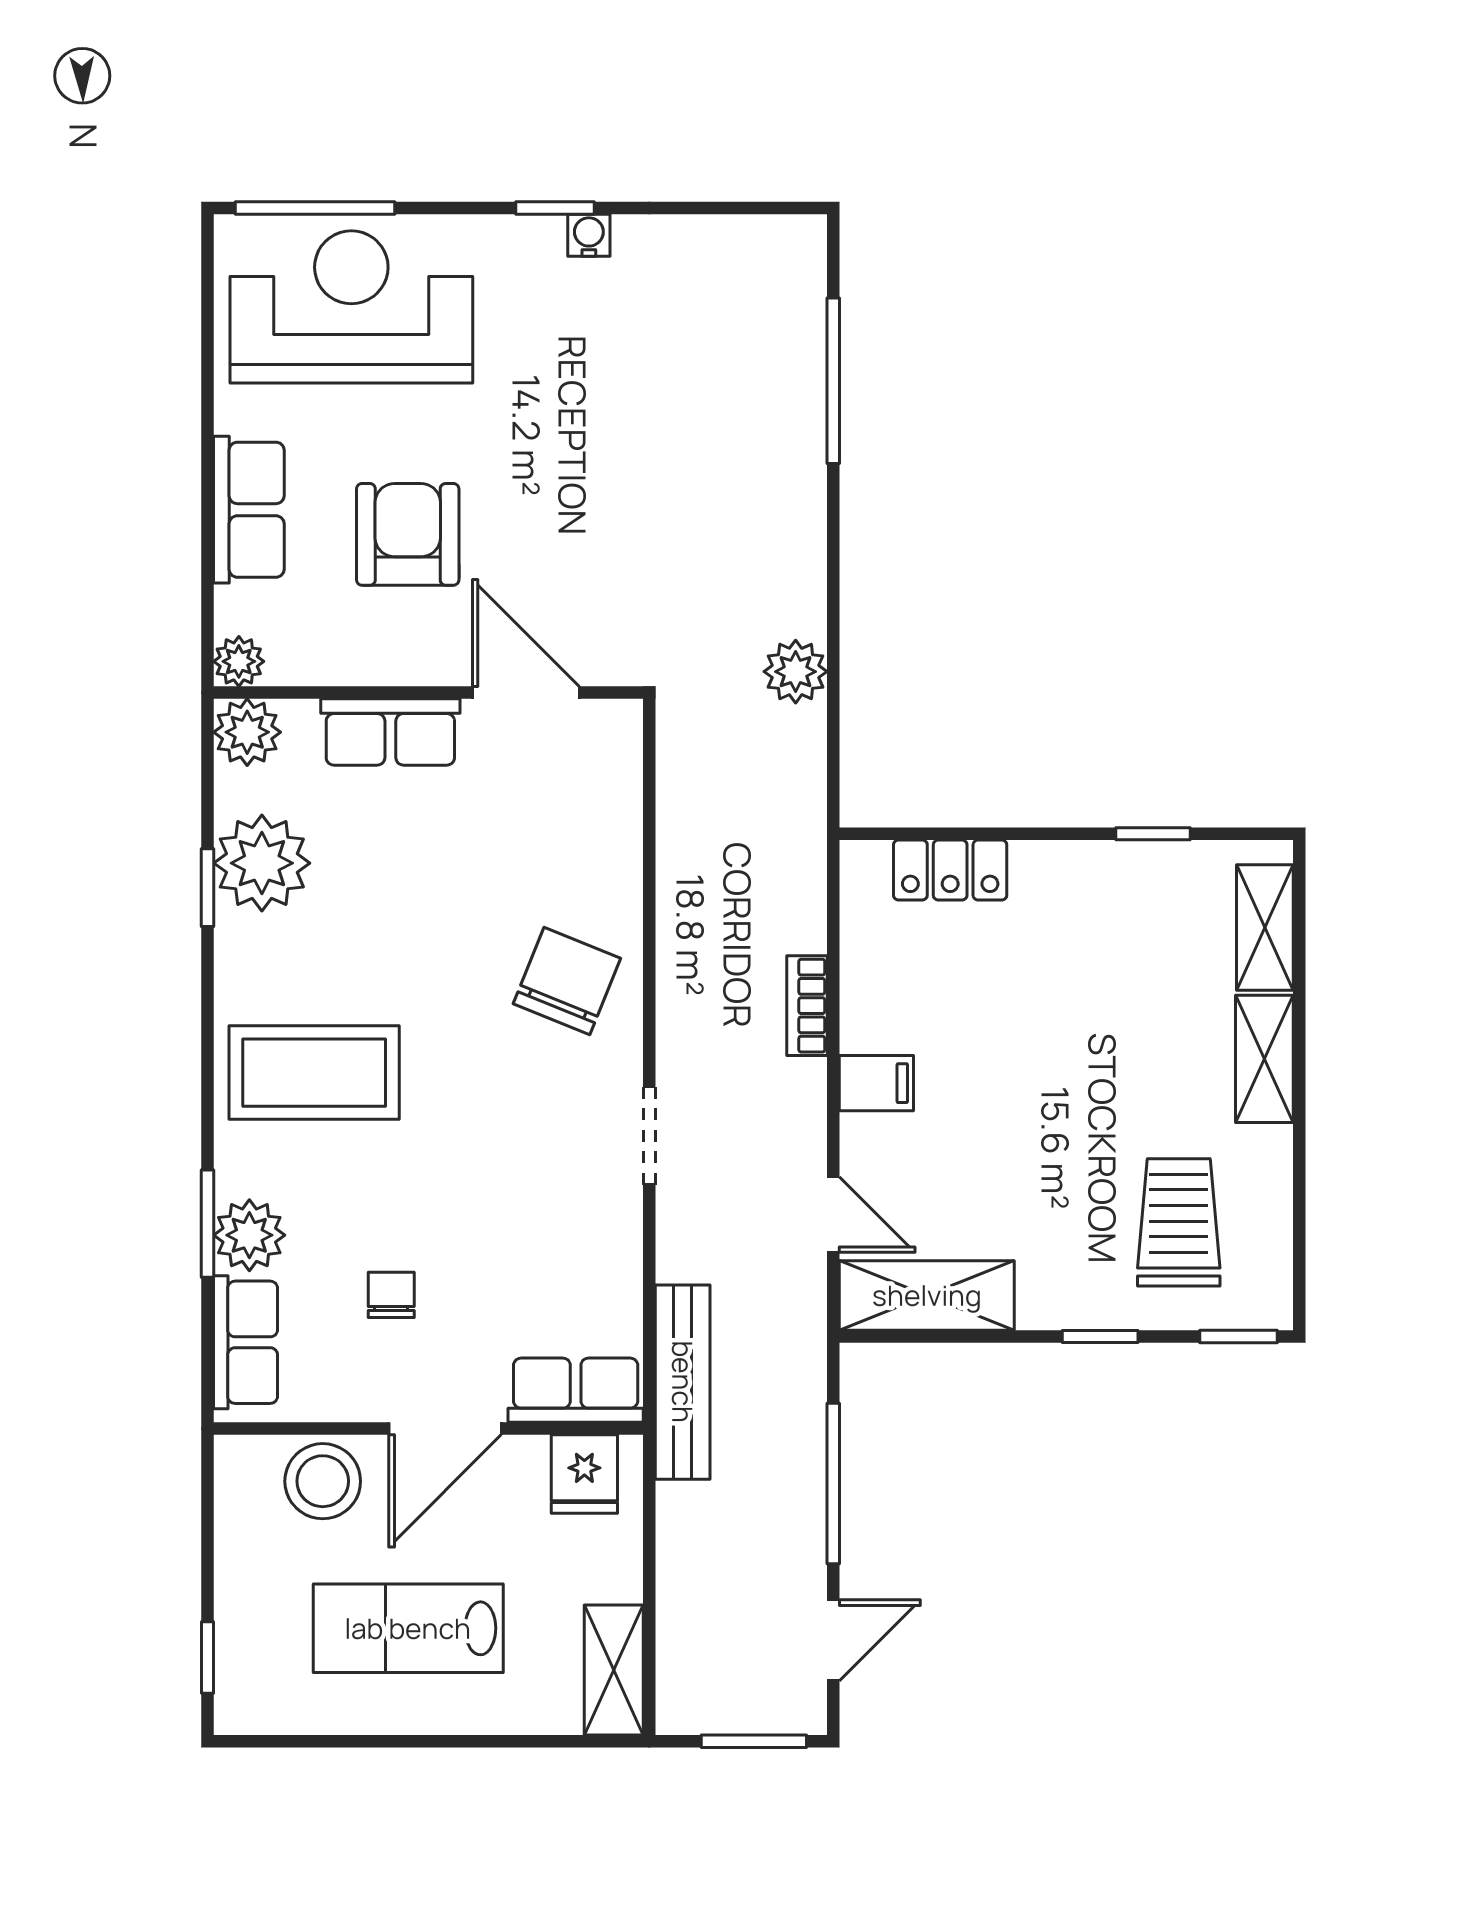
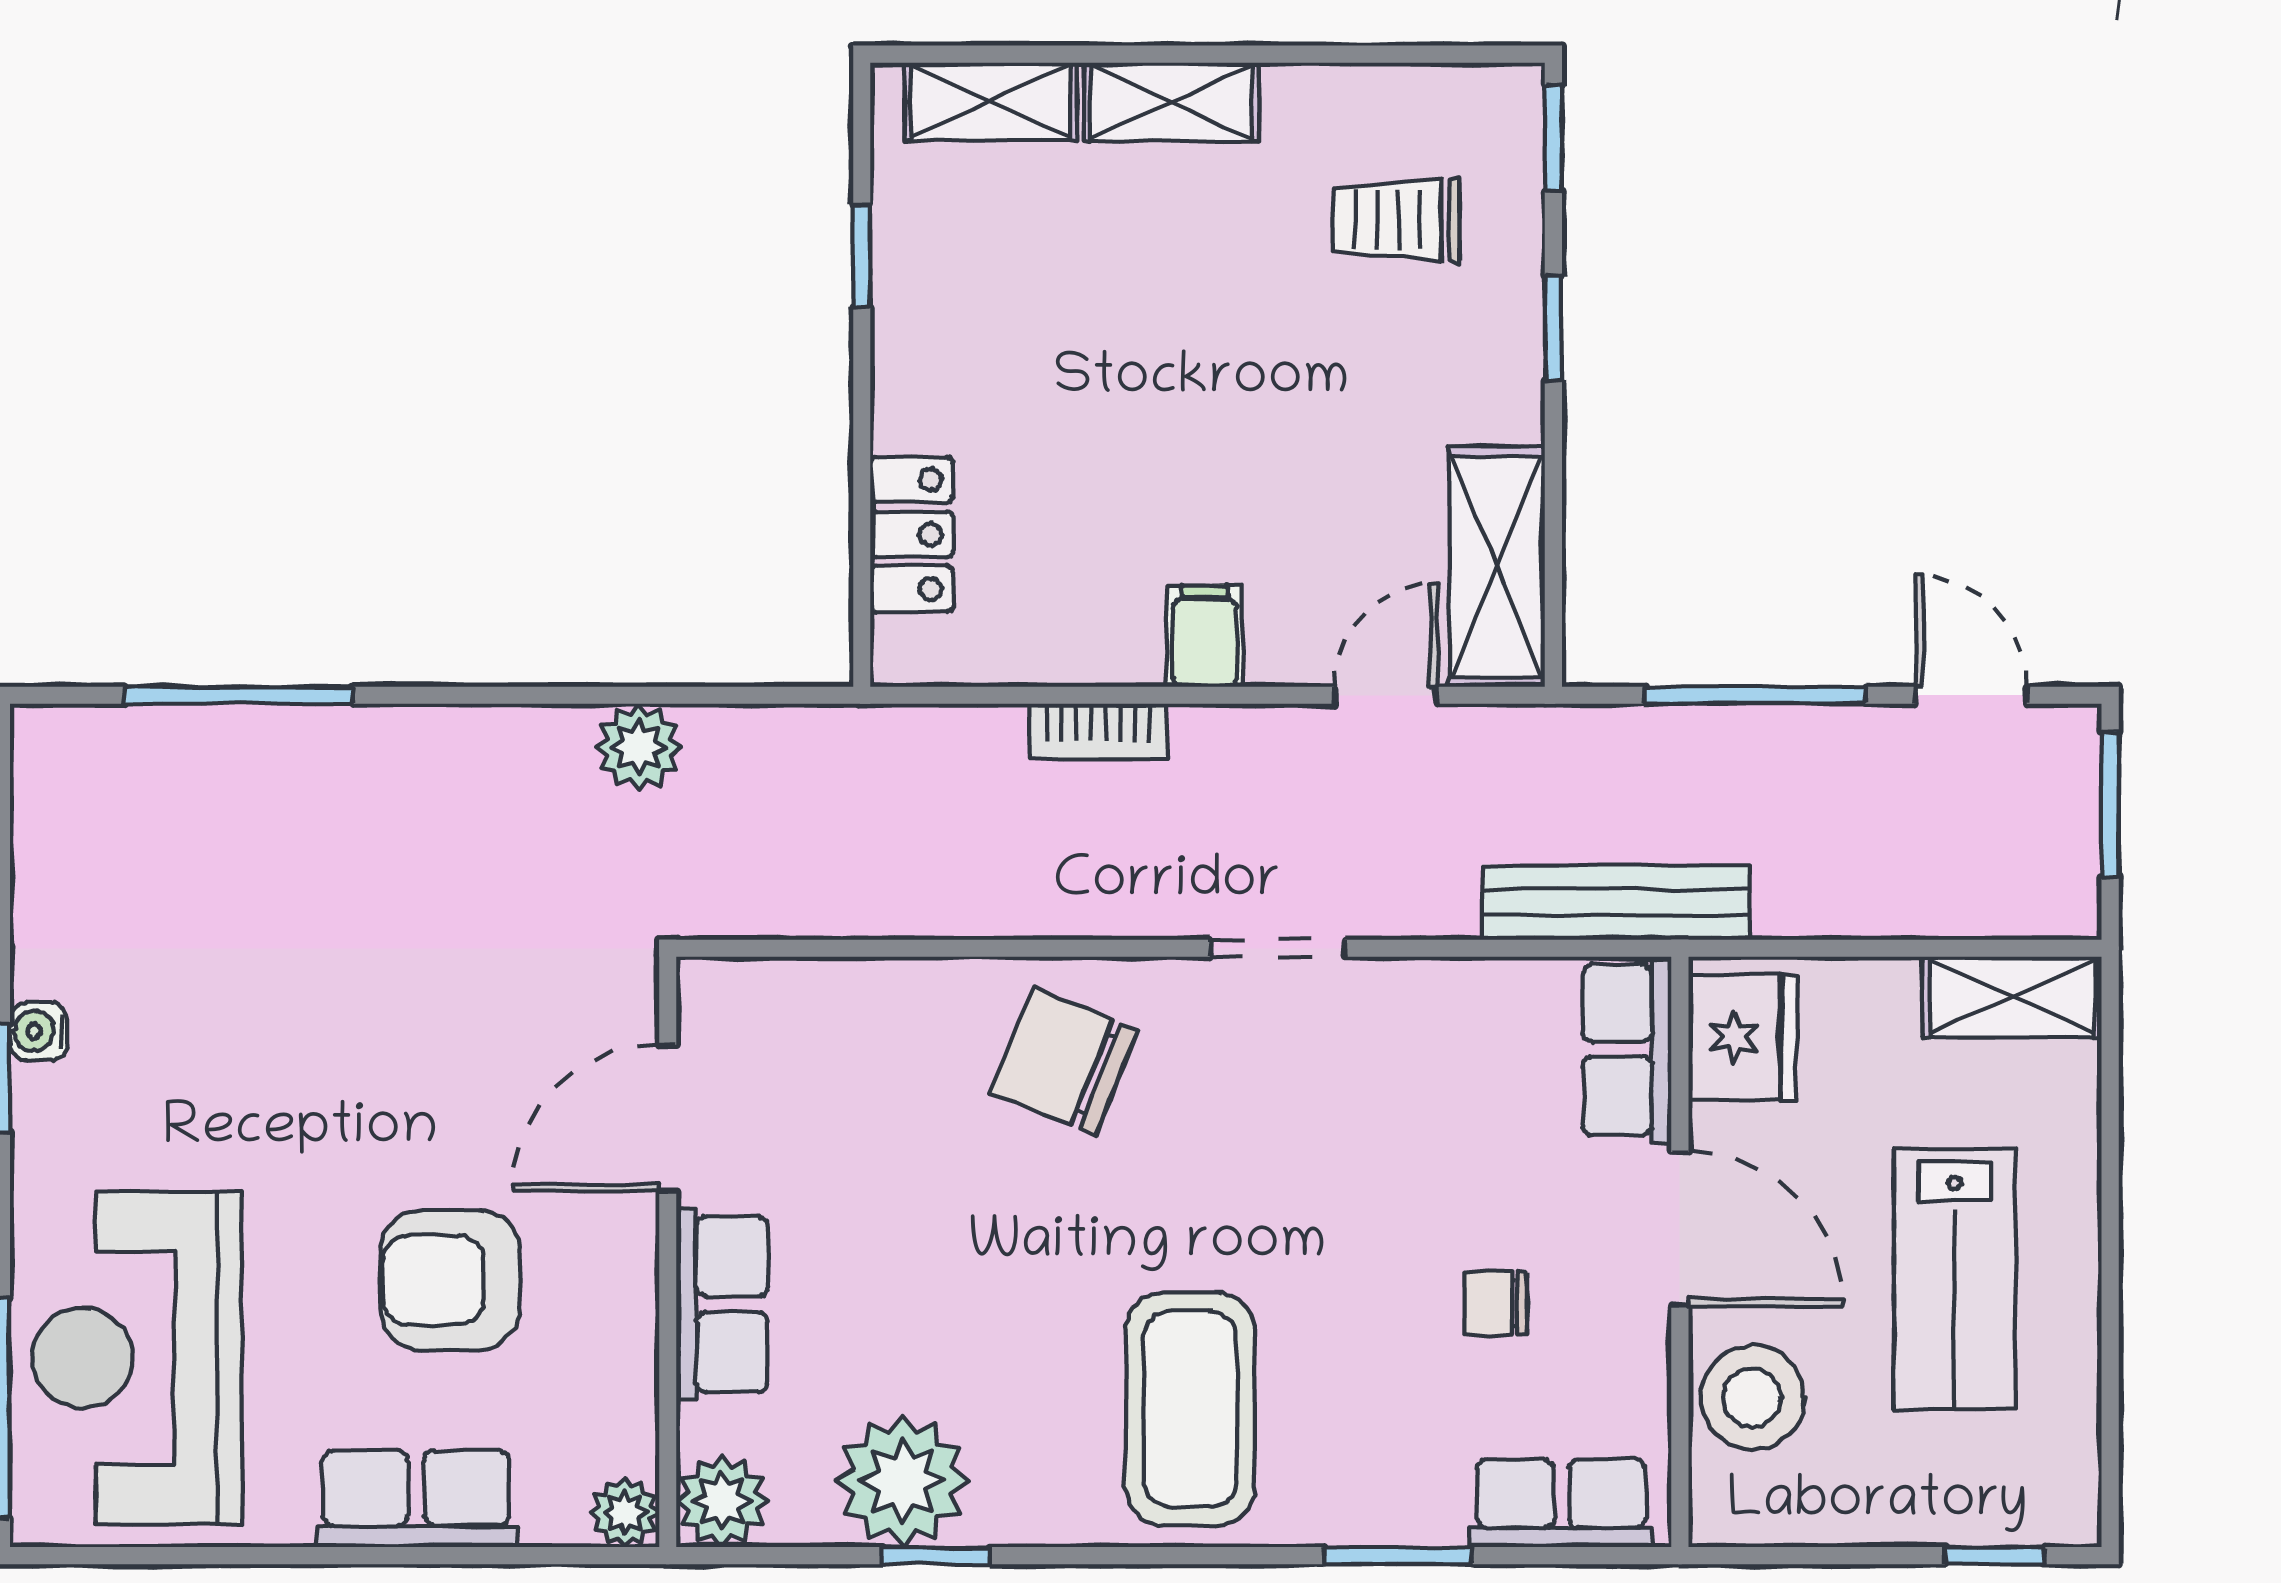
trolley: (1179, 1222) -> (1396, 220), width x0.73, depth x0.72
plant: (249, 1235) -> (1414, 1498), removed
fridge: (584, 1474) -> (1743, 1037), width x1.38

